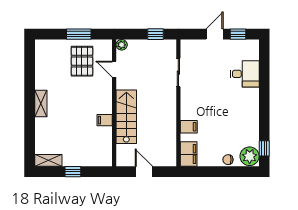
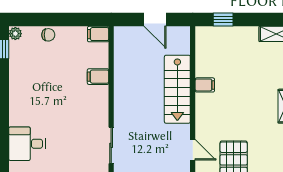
filing cabinet: (189, 154) -> (98, 34), width x0.50
plant: (250, 156) -> (15, 34), width x0.53, depth x0.53
window: (73, 172) -> (223, 20), moved

